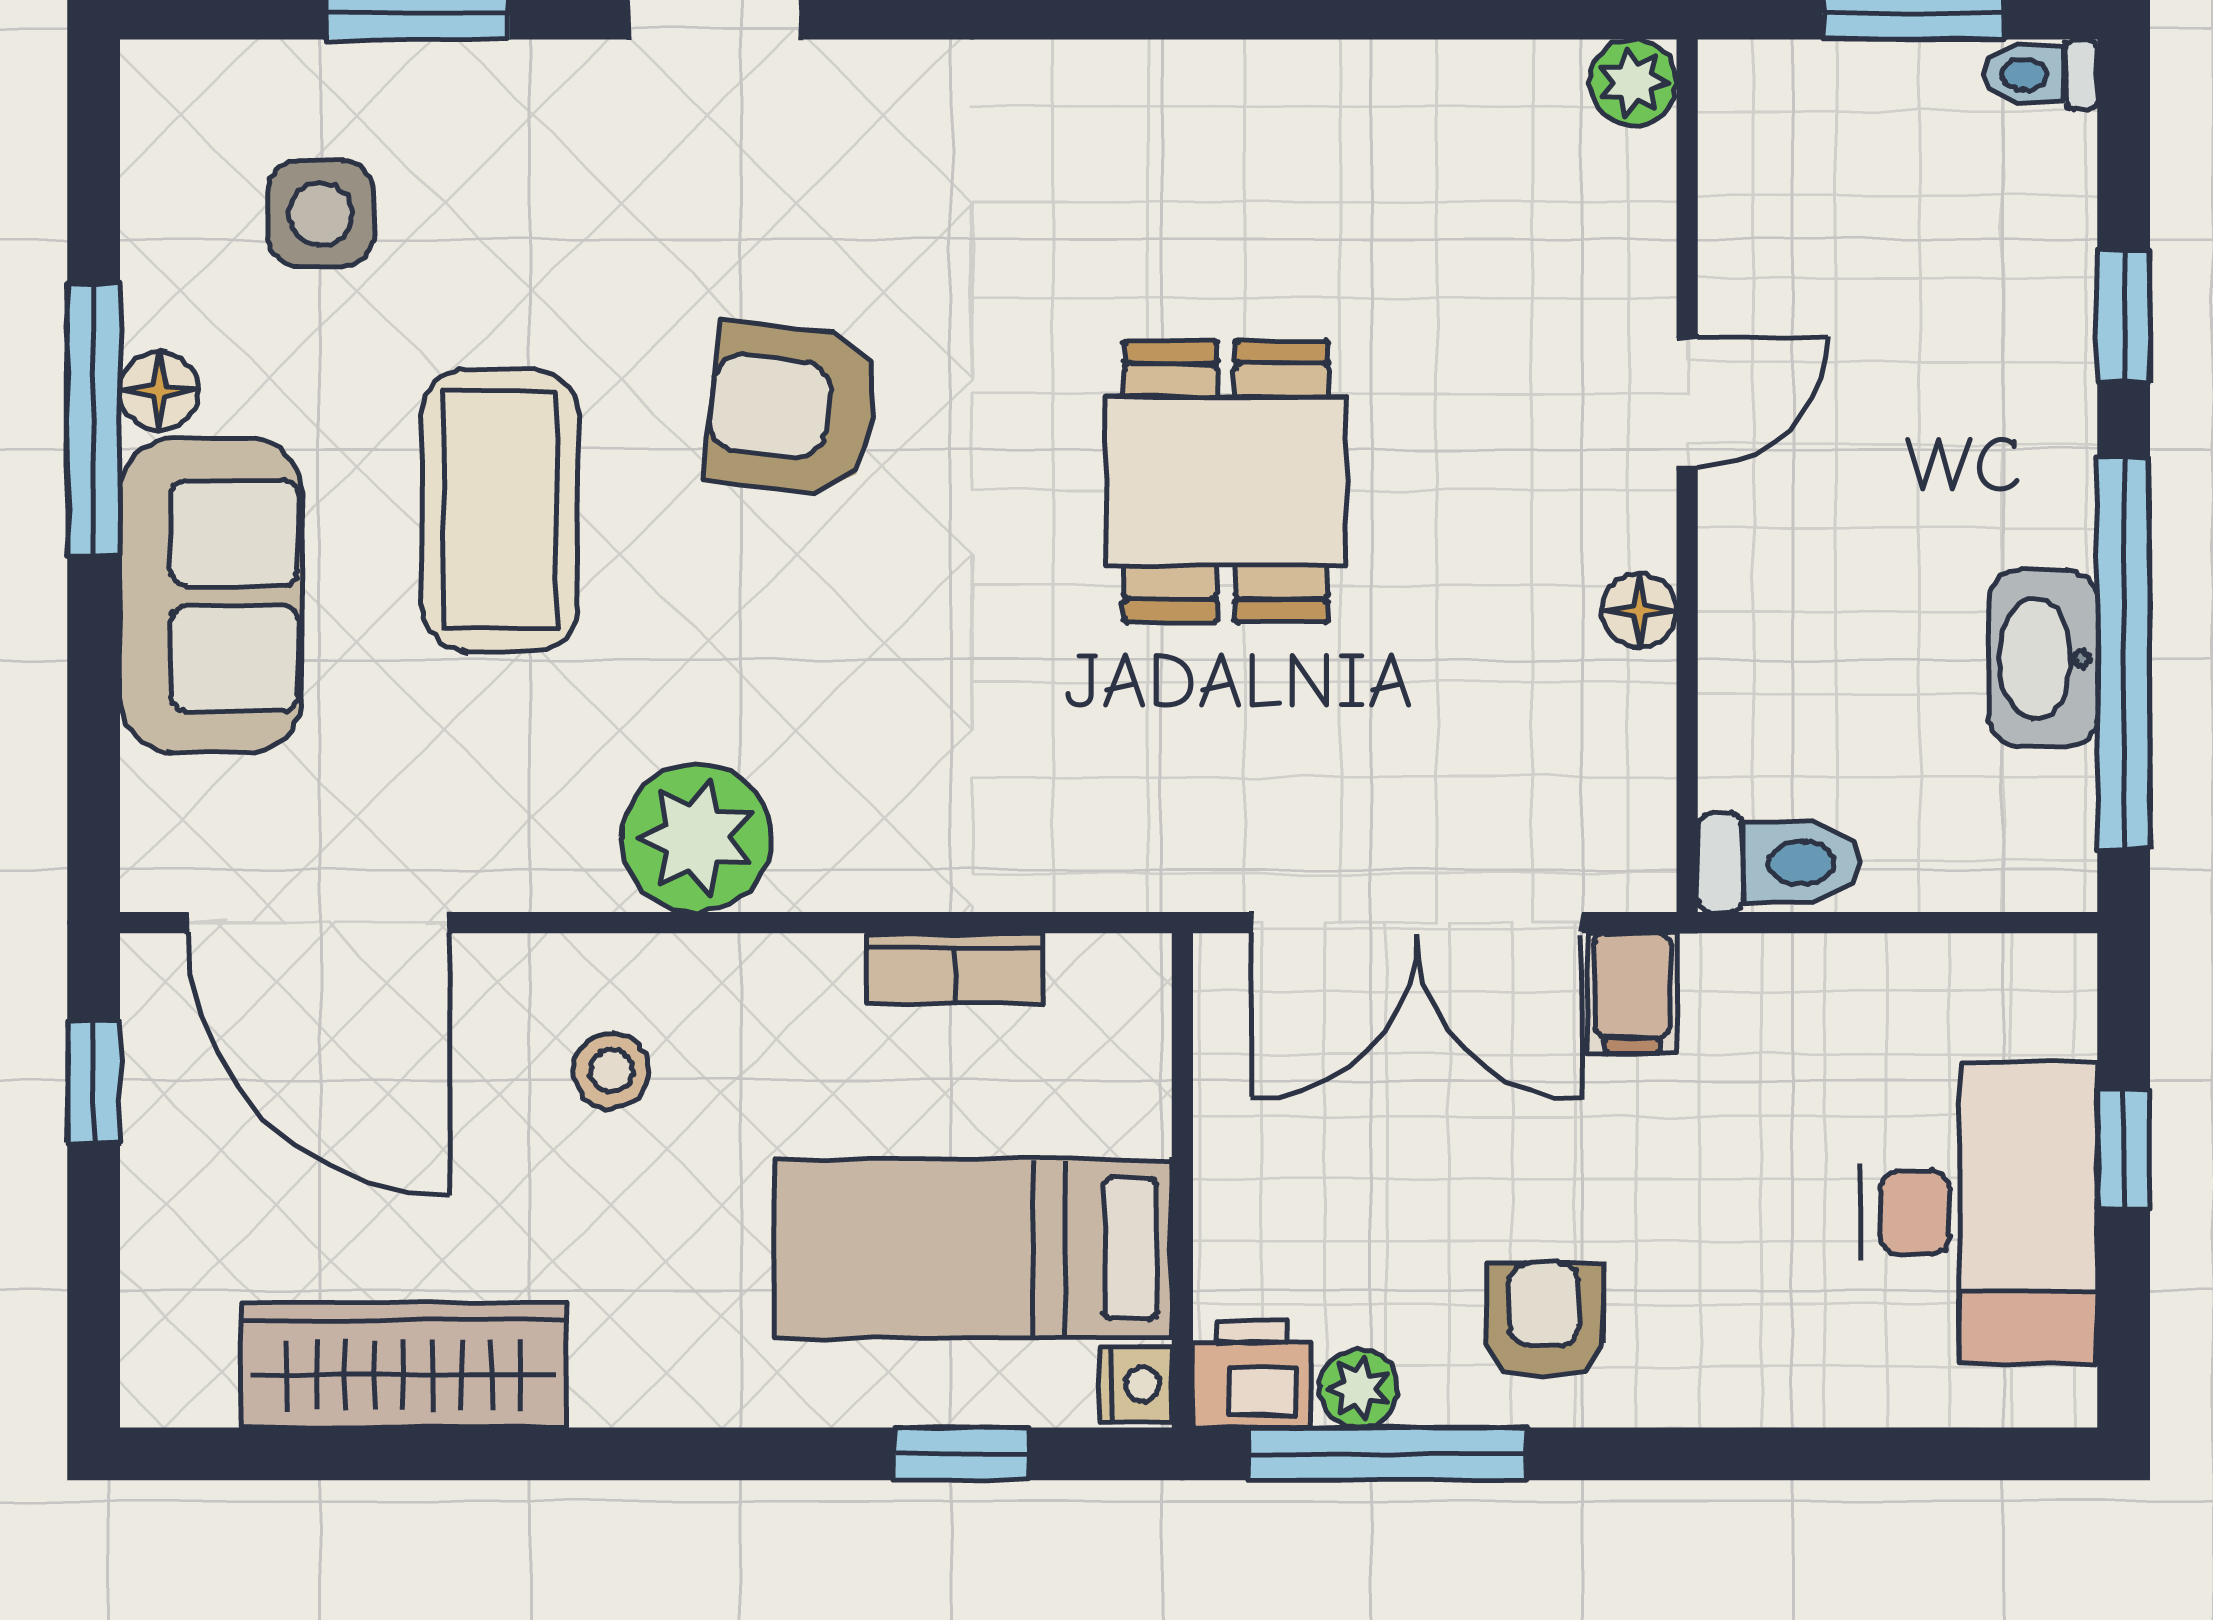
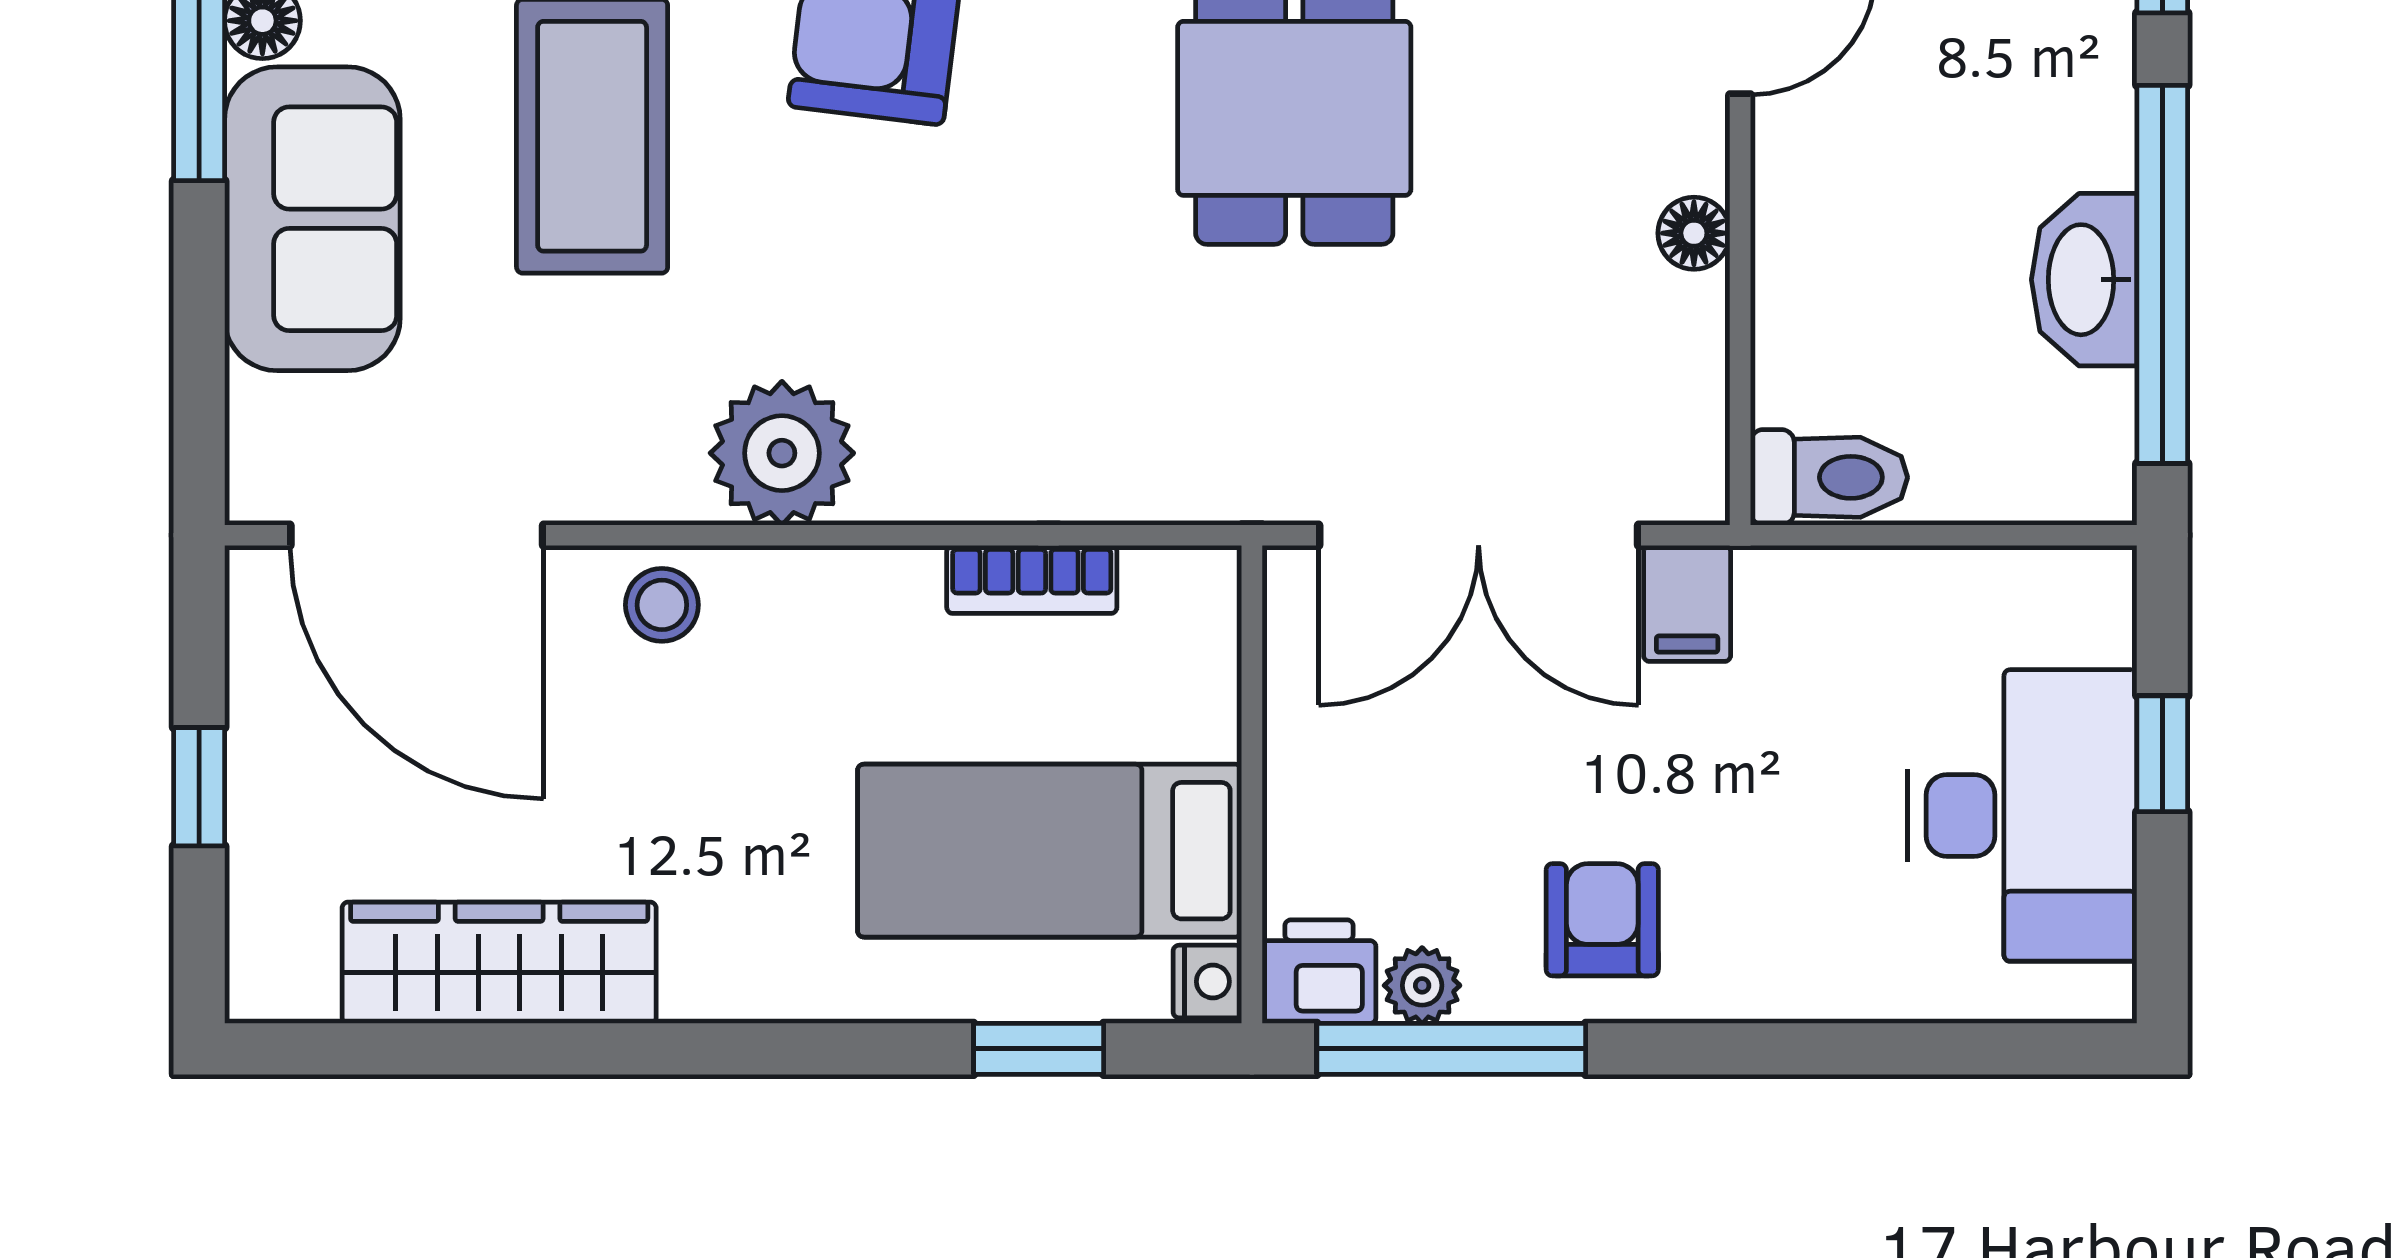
stool: (611, 1071) -> (662, 605), moved
window: (94, 1082) -> (199, 787), moved

